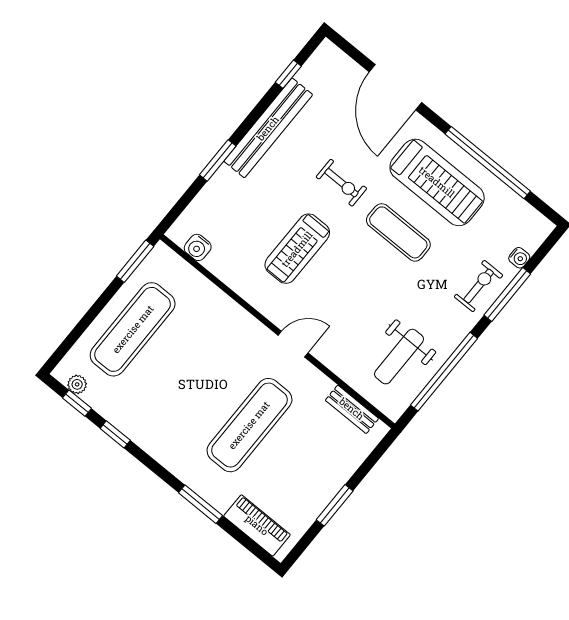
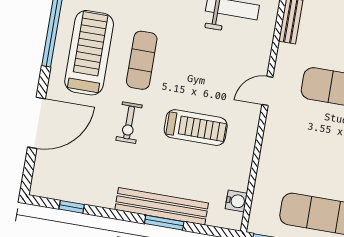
bench: (268, 128) -> (162, 206), moved
exercise bike: (341, 183) -> (129, 123), turned 180
door: (293, 344) -> (267, 91), hinge flipped

